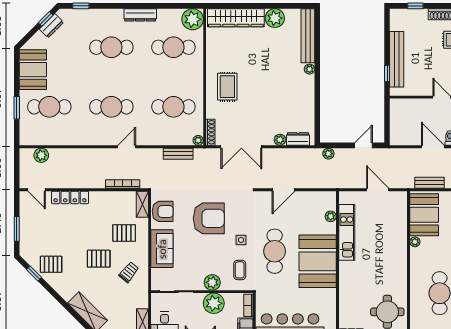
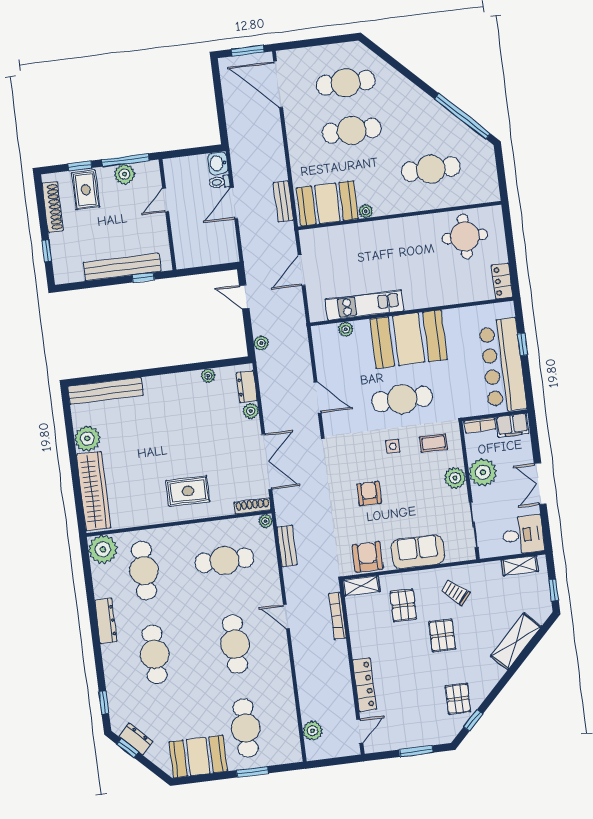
plant: (310, 69) -> (208, 376), moved
cafe table: (173, 107) -> (224, 560), turned 90
armchair: (209, 218) -> (369, 493), width x0.53, depth x0.53

